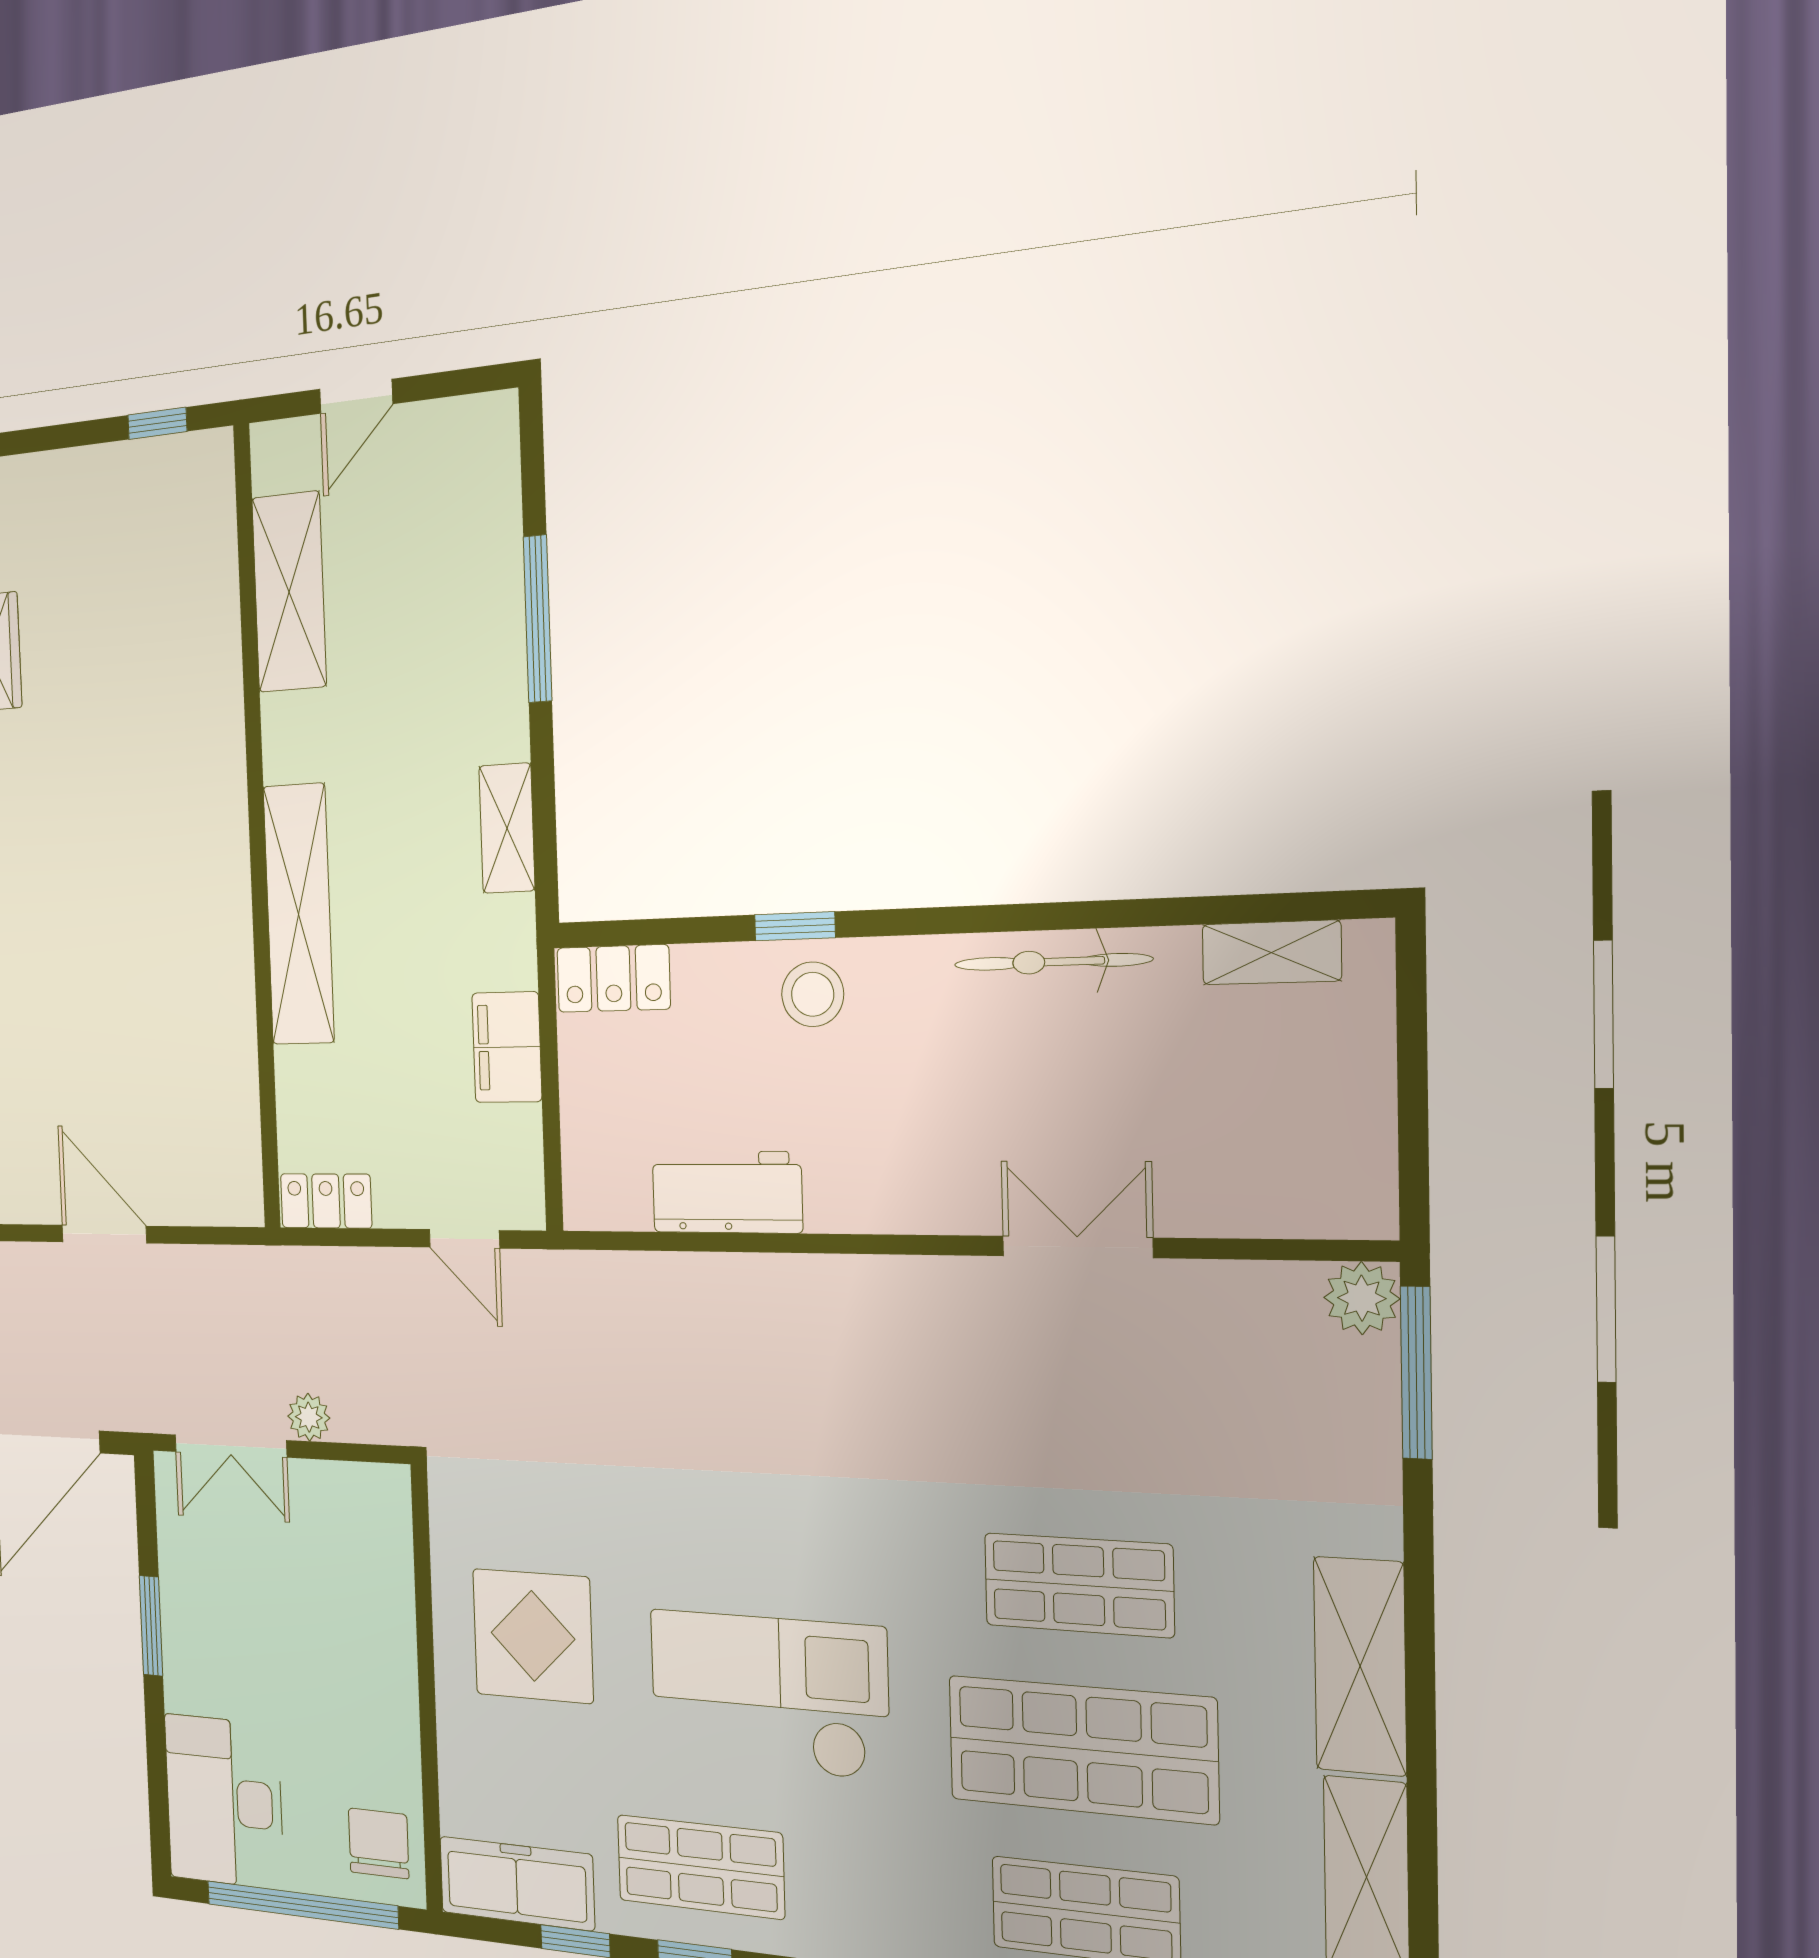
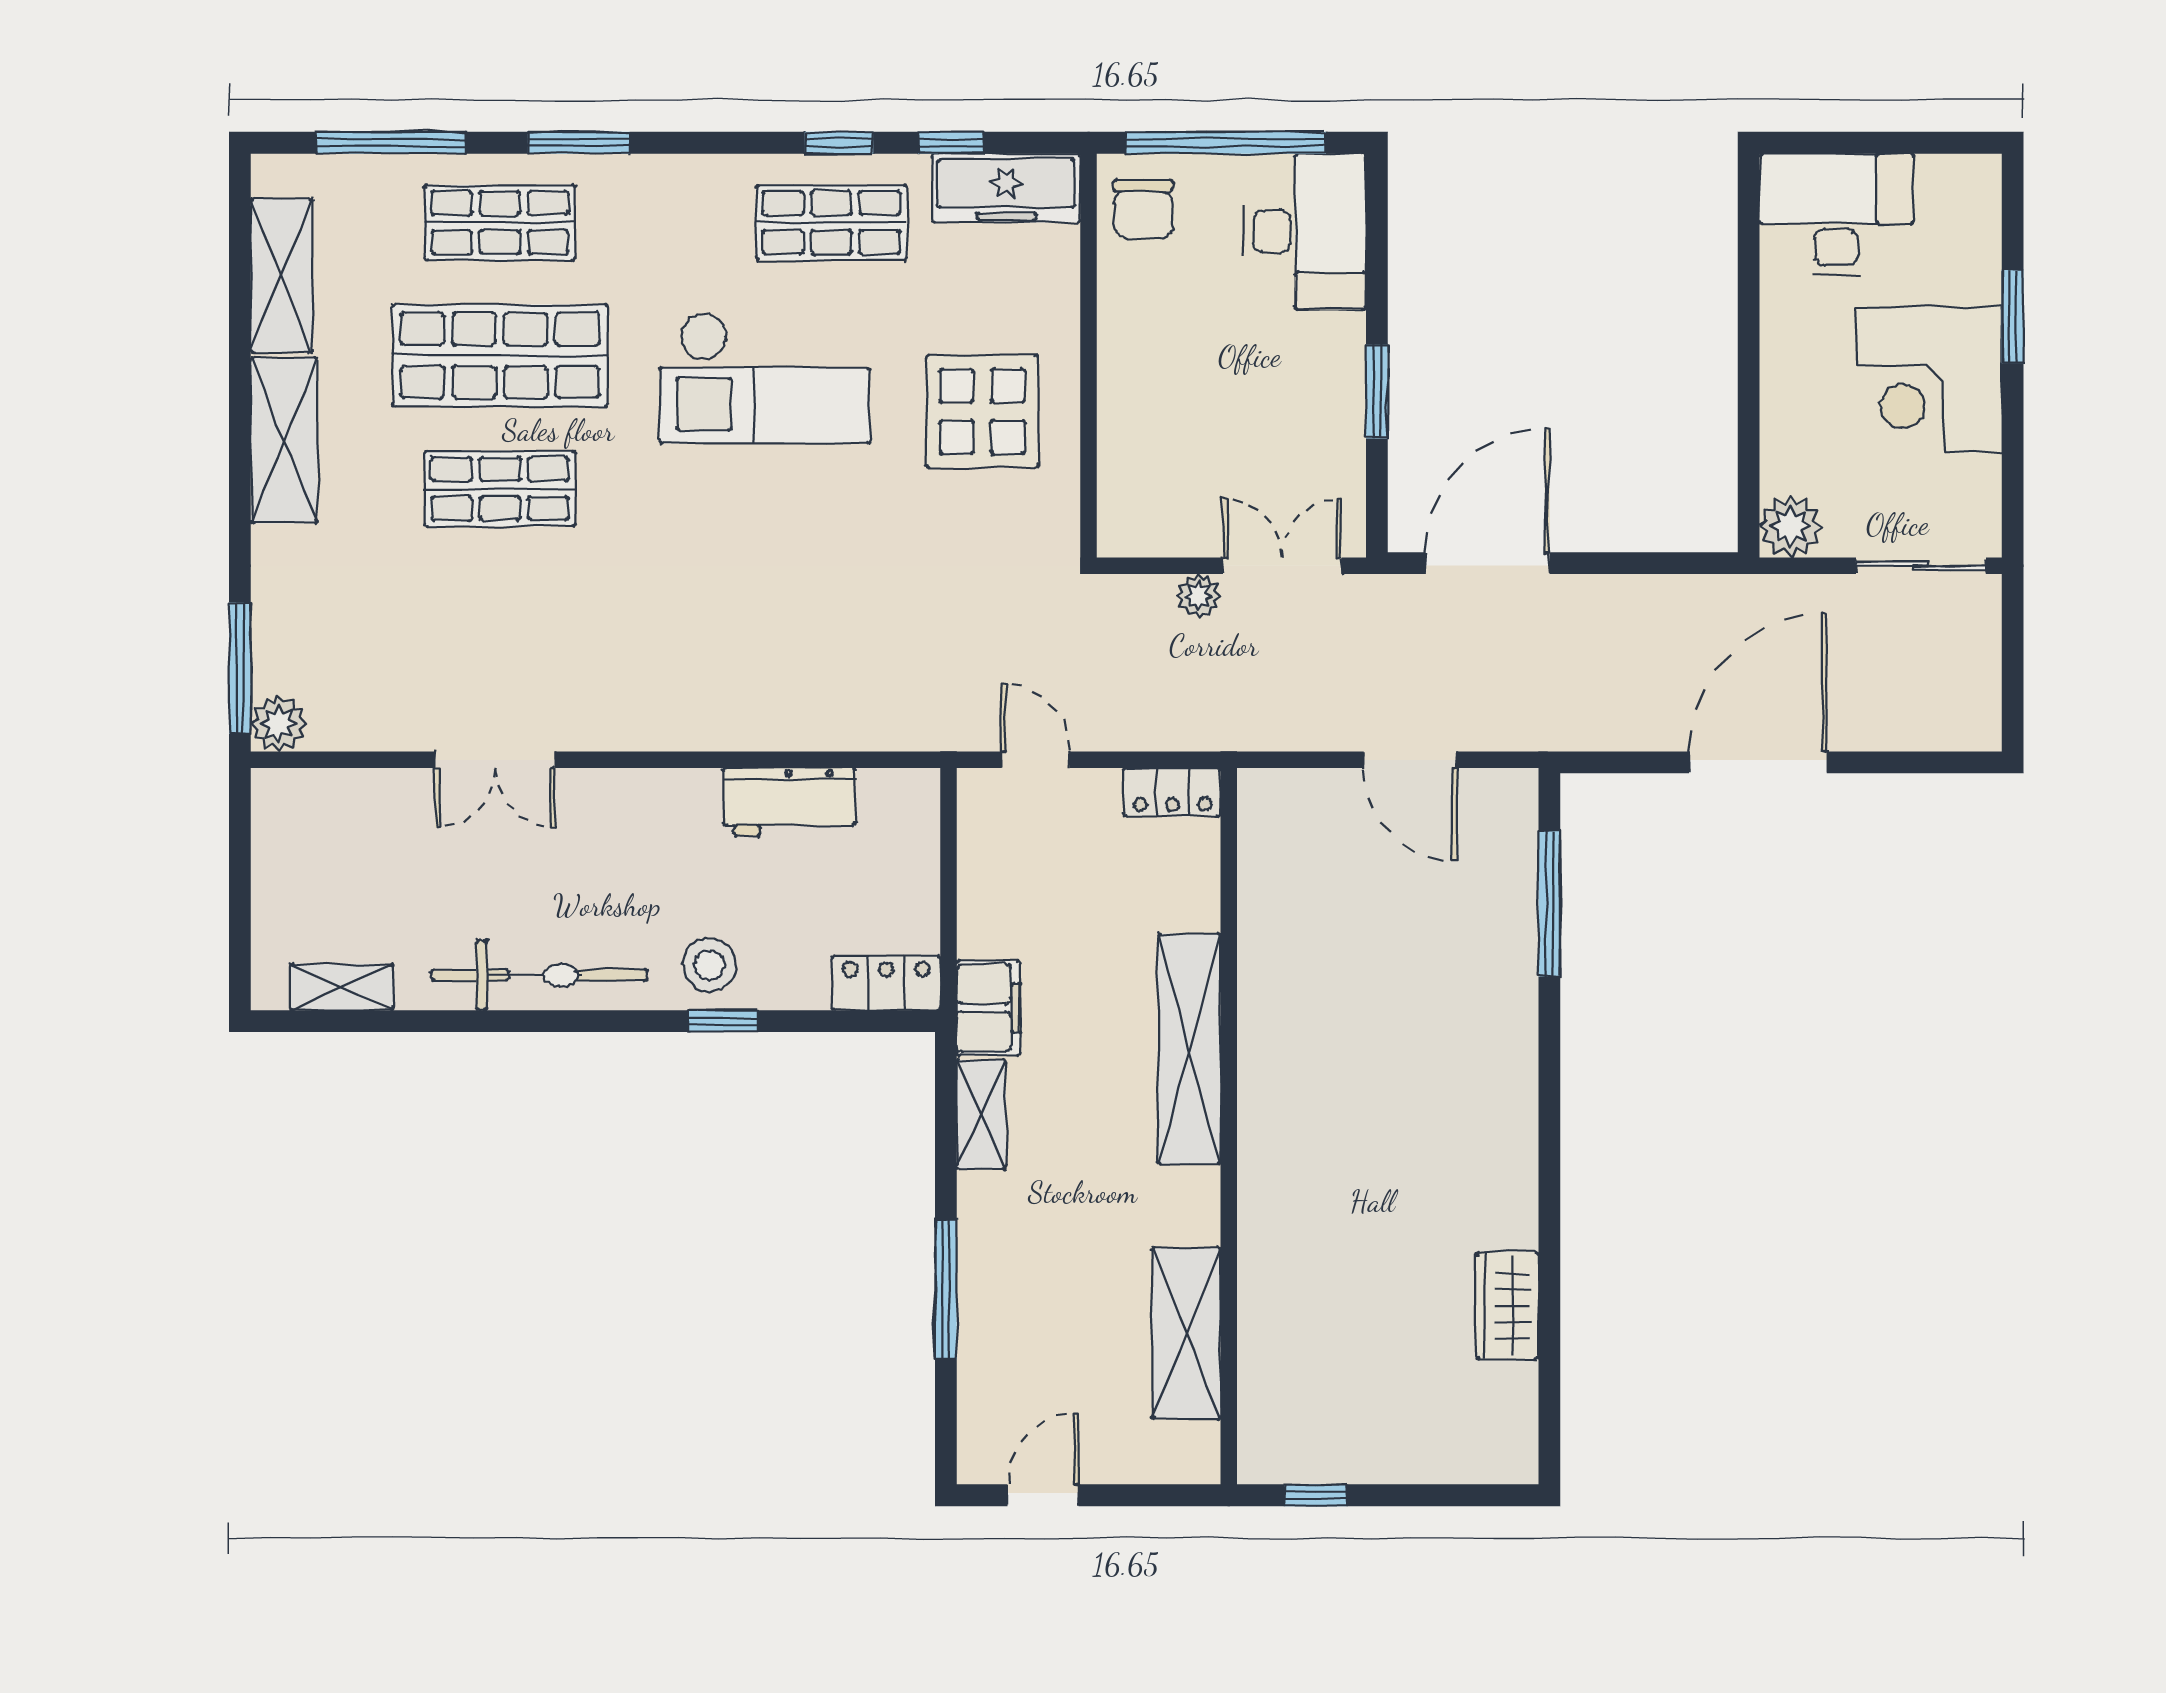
door: (356, 396) -> (1043, 1495), moved
bicycle: (1053, 962) -> (539, 975), width x1.37, depth x1.40
filing cabinet: (507, 1047) -> (988, 1008), moved

